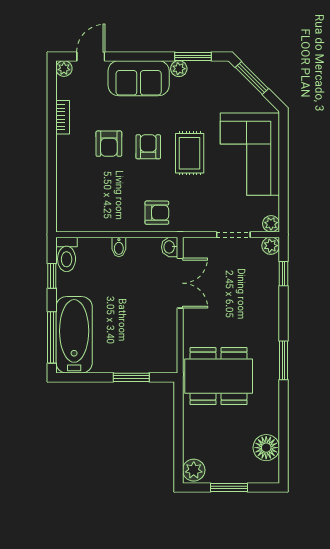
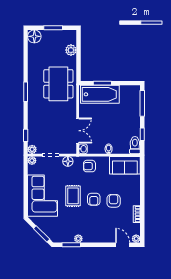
door: (91, 56) -> (123, 245), swing flipped
sofa: (139, 78) -> (125, 165), moved, turned 180
floor lamp: (200, 222) -> (68, 161), added
double door: (180, 283) -> (78, 131), swing flipped
bathtub: (74, 335) -> (100, 94), moved, turned -90
dining table: (219, 376) -> (58, 84), turned 90
floor lamp: (266, 448) -> (34, 36), moved
plant: (194, 470) -> (71, 50), moved

